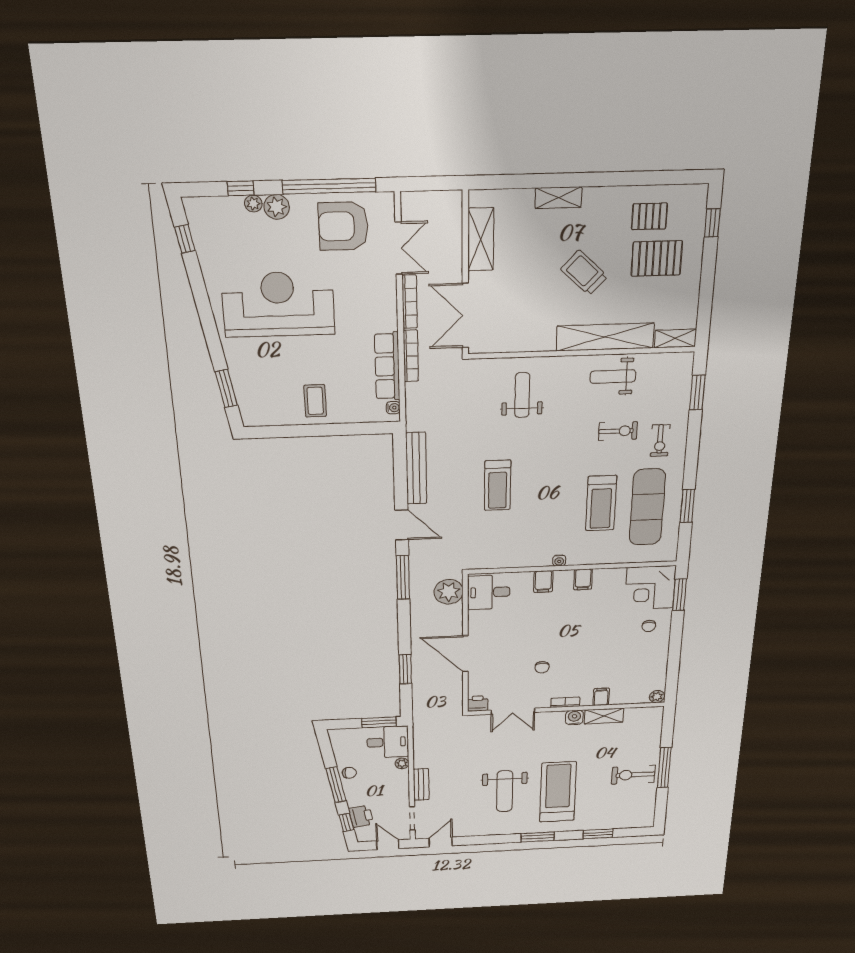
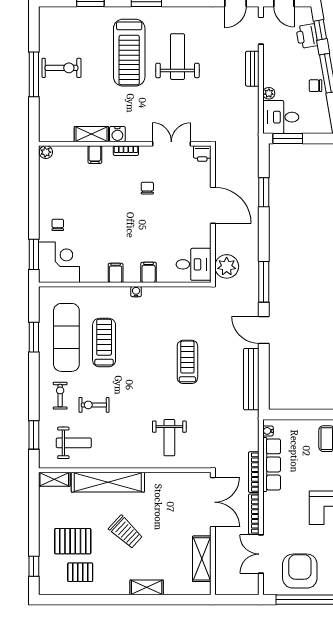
armchair: (343, 226) -> (300, 571), turned -90
weight bench: (613, 377) -> (74, 443), moved

